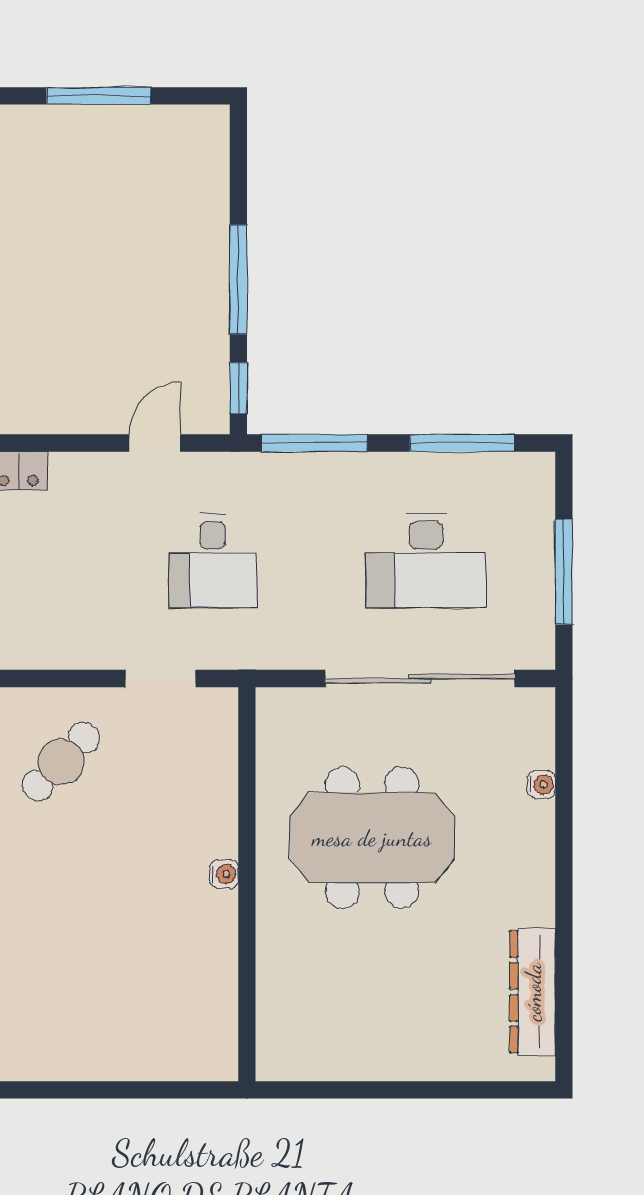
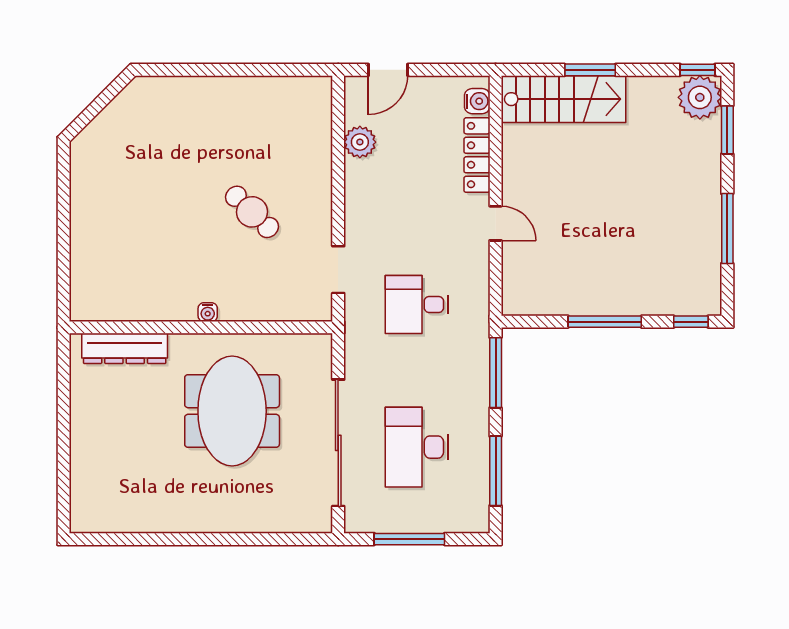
window: (238, 388) -> (691, 322), moved
door: (155, 443) -> (496, 223), moved
cafe table: (61, 762) -> (252, 212), moved
water cooler: (541, 785) -> (267, 524), removed
dresser: (533, 992) -> (125, 348), moved, turned 180

